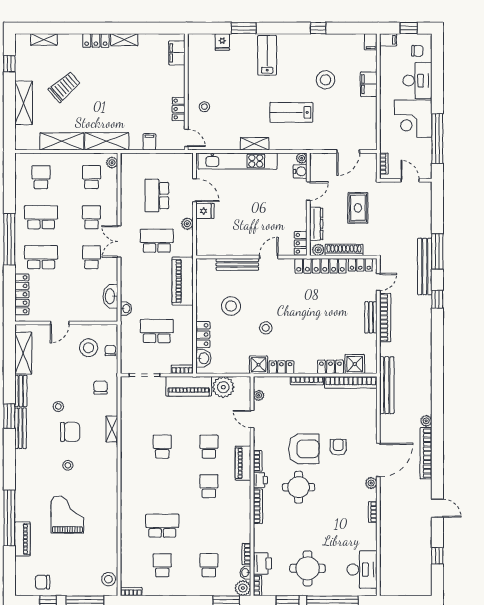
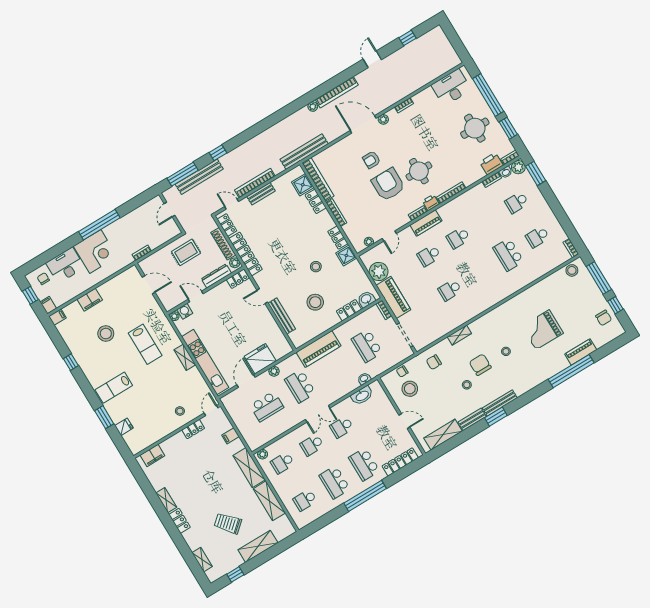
wall: (406, 180) -> (172, 213), moved
door: (410, 180) -> (170, 210), moved
fridge: (205, 211) -> (260, 359), width x1.88, depth x1.34

